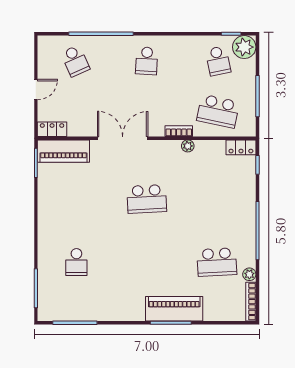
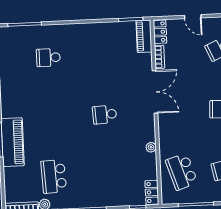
school desk: (218, 111) -> (182, 172), turned -30
bookcase: (179, 131) -> (159, 57), moved
piano: (63, 151) -> (144, 36), width x0.73, depth x0.75
school desk: (147, 199) -> (105, 115), width x0.54

